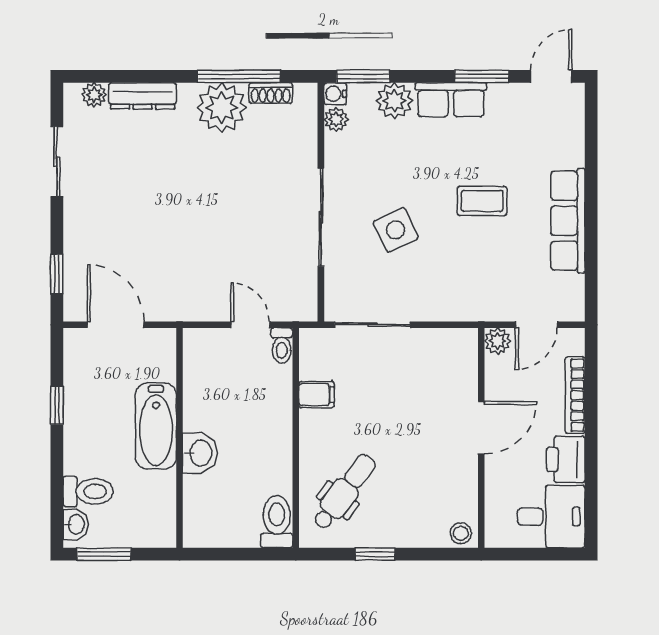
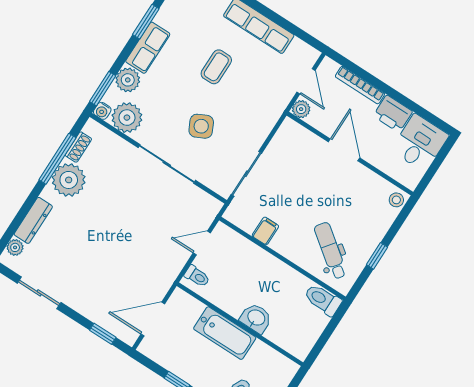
plant: (336, 119) -> (127, 118), width x1.88, depth x1.88
toilet: (282, 346) -> (197, 276), moved

